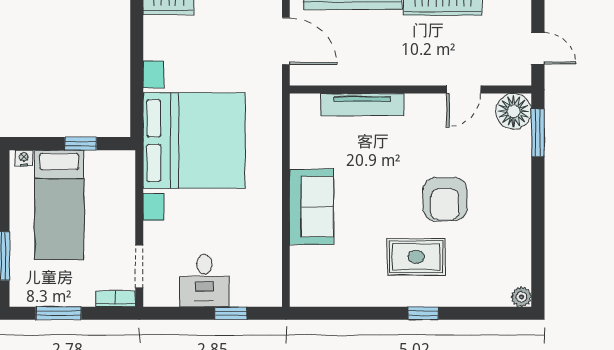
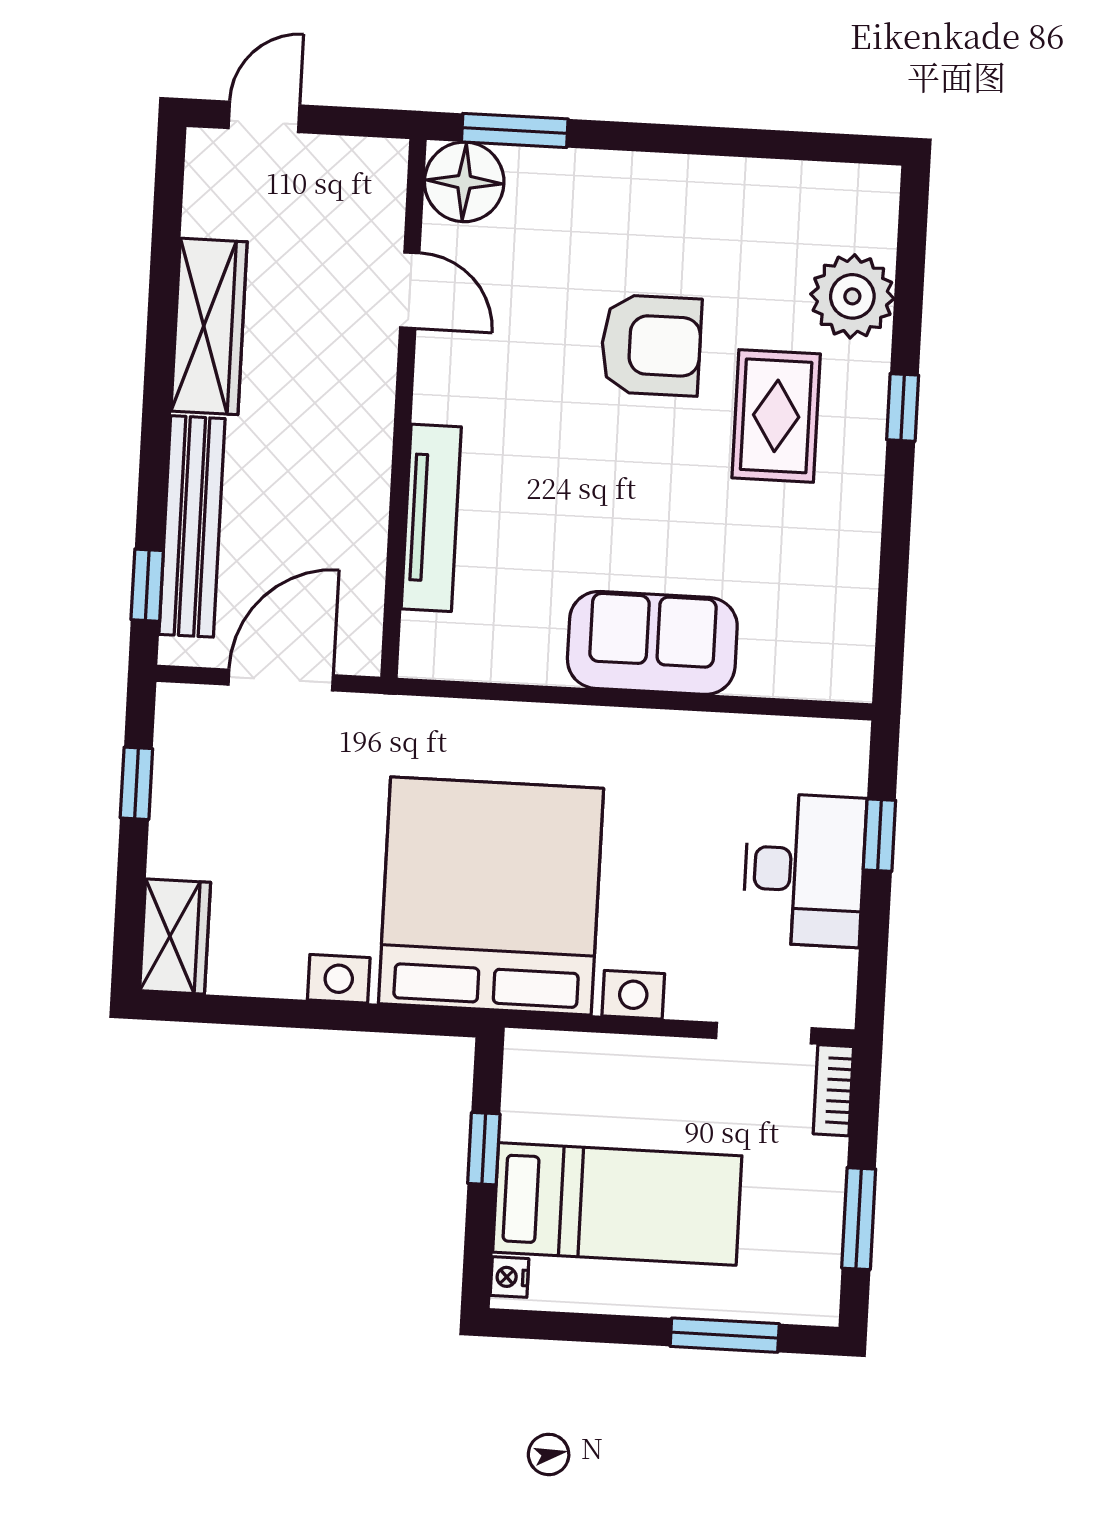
door: (538, 48) -> (264, 117), moved
desk: (204, 280) -> (804, 870), width x1.37
plant: (521, 297) -> (852, 296), moved, width x1.88, depth x1.88

